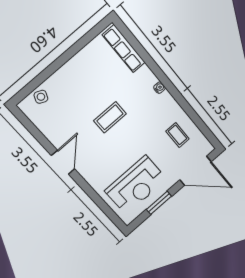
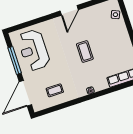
door: (63, 162) -> (69, 10), hinge flipped
window: (159, 203) -> (15, 60), width x1.44

